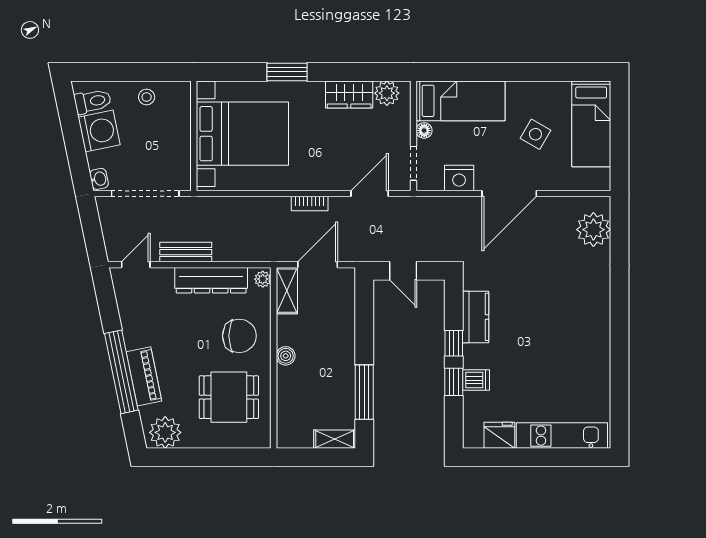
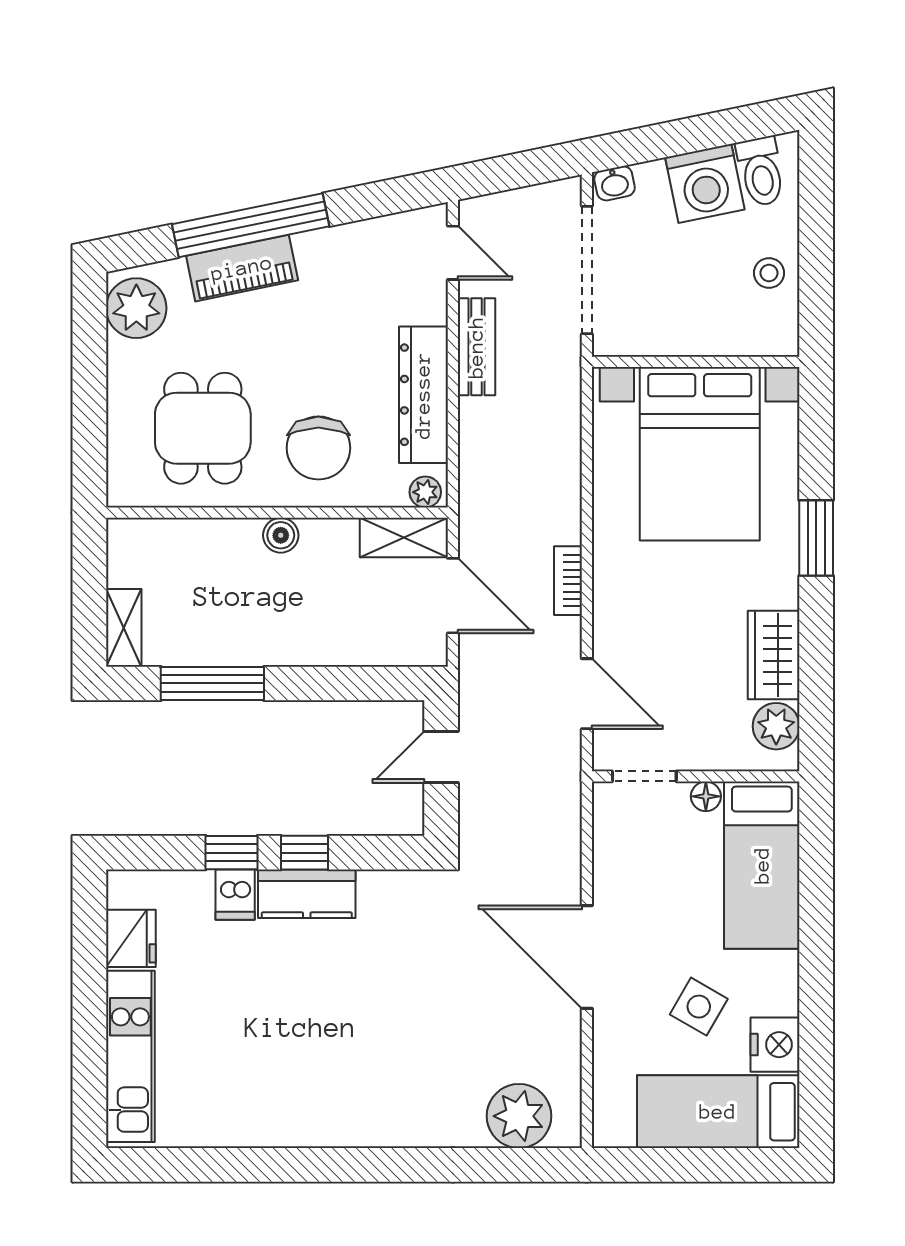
nightstand: (459, 178) -> (775, 1045), moved, turned 180
kitchen counter: (476, 317) -> (307, 894), moved

